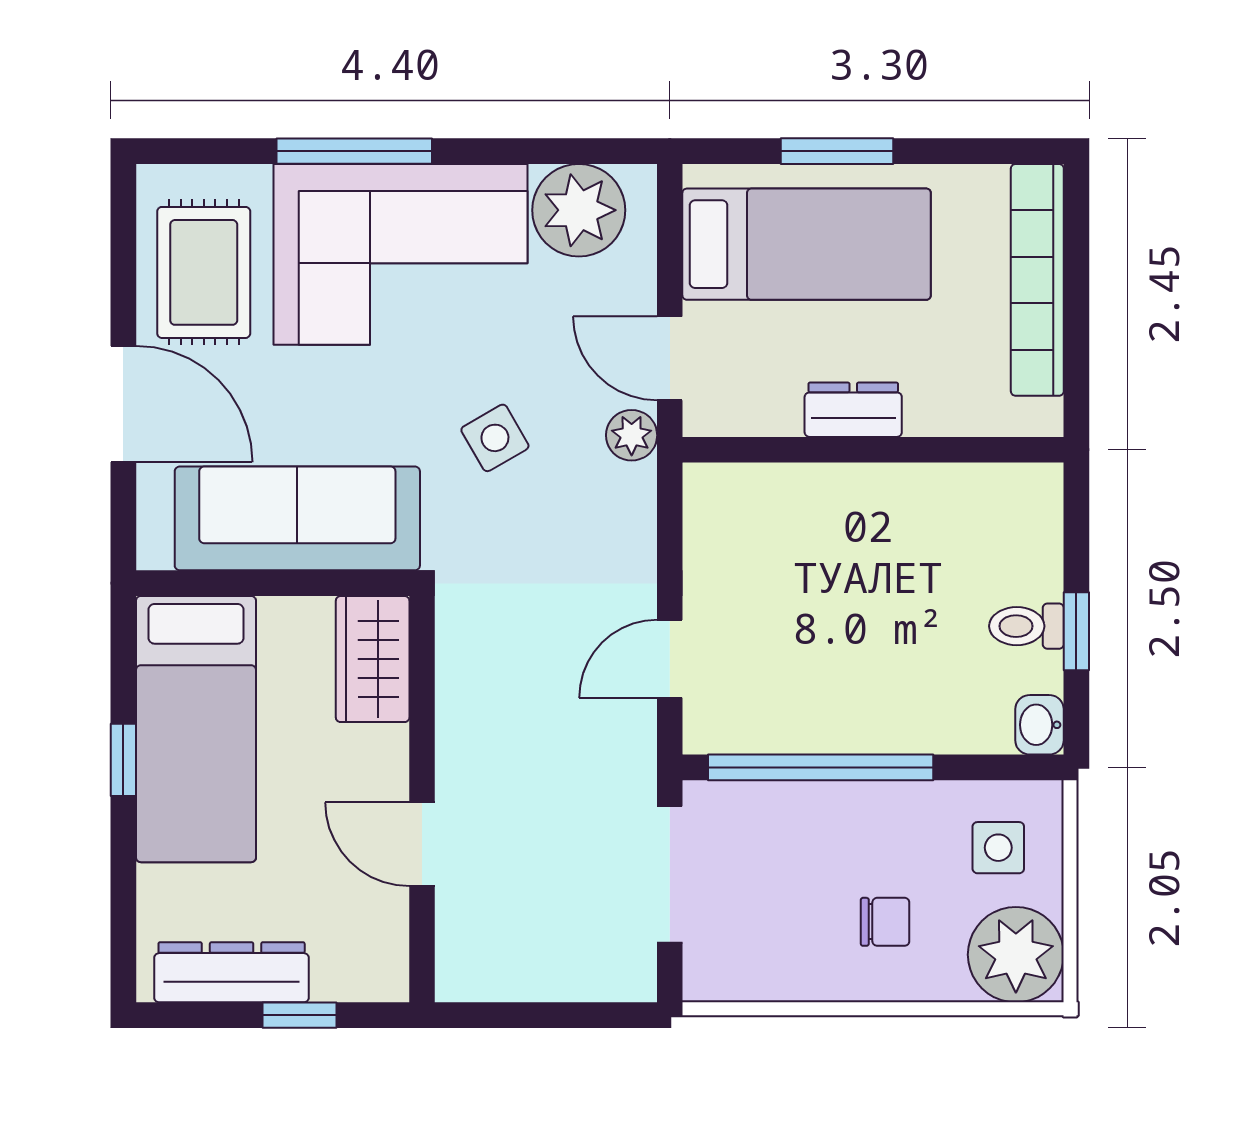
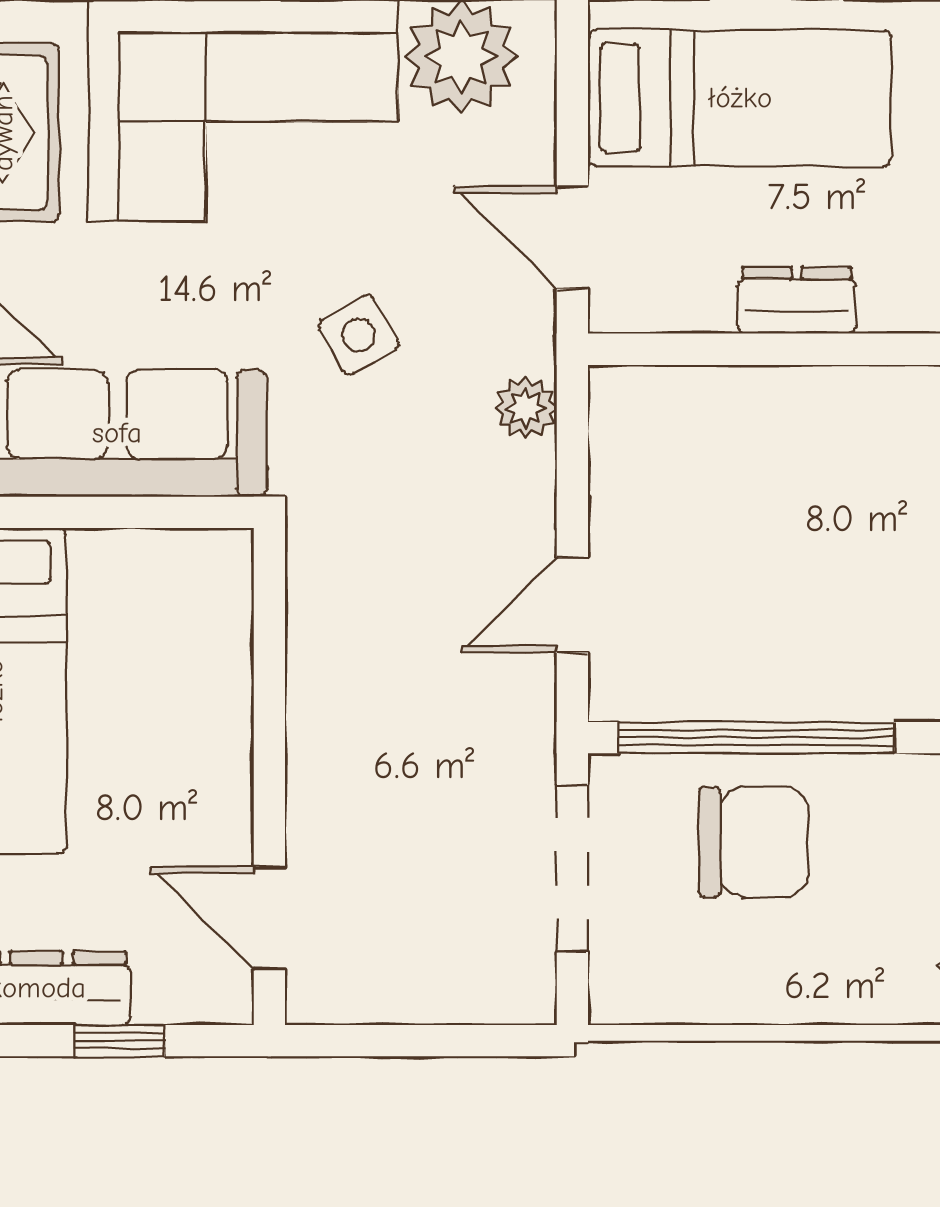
plant: (632, 435) -> (526, 408), moved
wardrobe: (373, 659) -> (209, 605), removed
door: (422, 844) -> (269, 918), moved
chair: (885, 922) -> (754, 842), moved, width x1.87, depth x1.87

